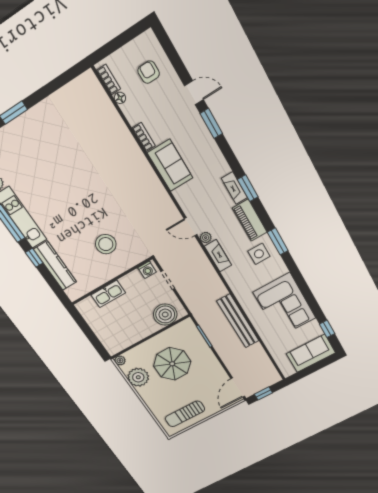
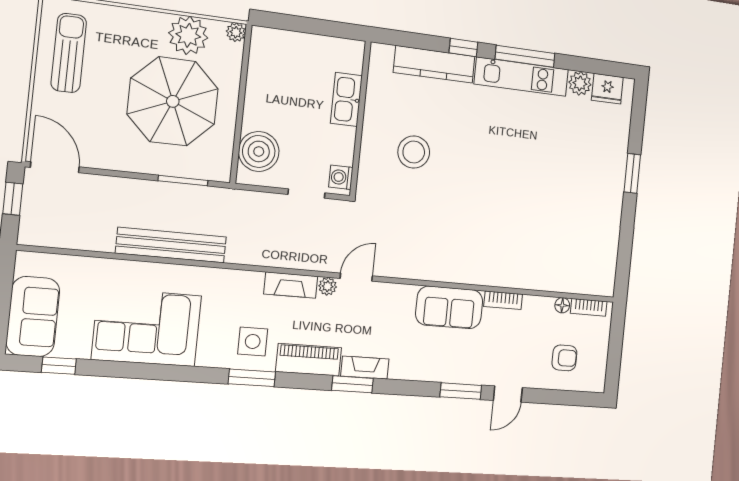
parasol: (172, 364) -> (173, 101), width x1.36, depth x1.36

